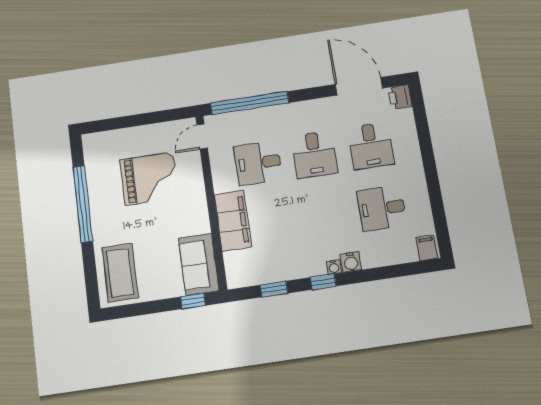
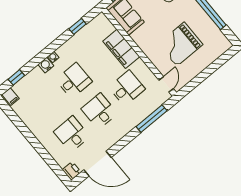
window: (250, 103) -> (152, 119), width x0.68
desk: (382, 208) -> (74, 81), moved
window: (323, 282) -> (16, 77), moved

